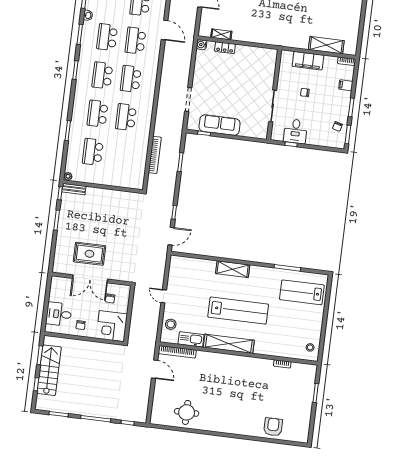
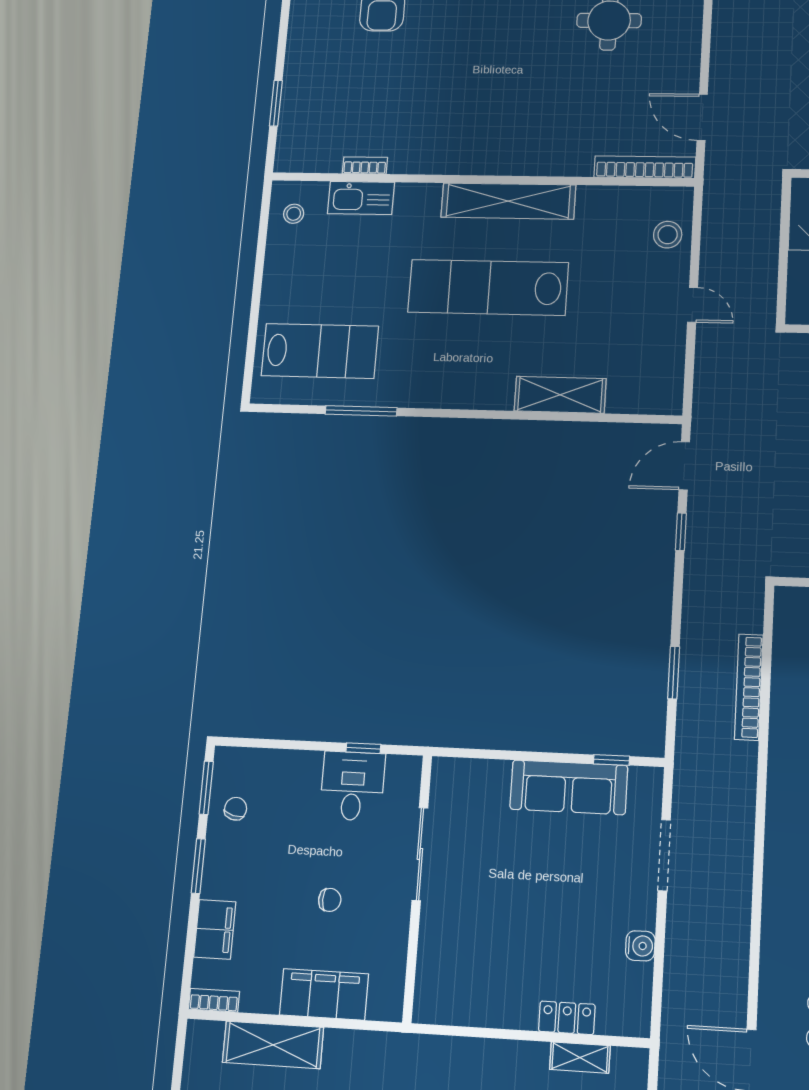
water cooler: (202, 45) -> (640, 946), moved
filing cabinet: (346, 85) -> (215, 929), width x2.00
shelving: (233, 269) -> (560, 395), moved
kitchen sink: (191, 339) -> (361, 198), moved

